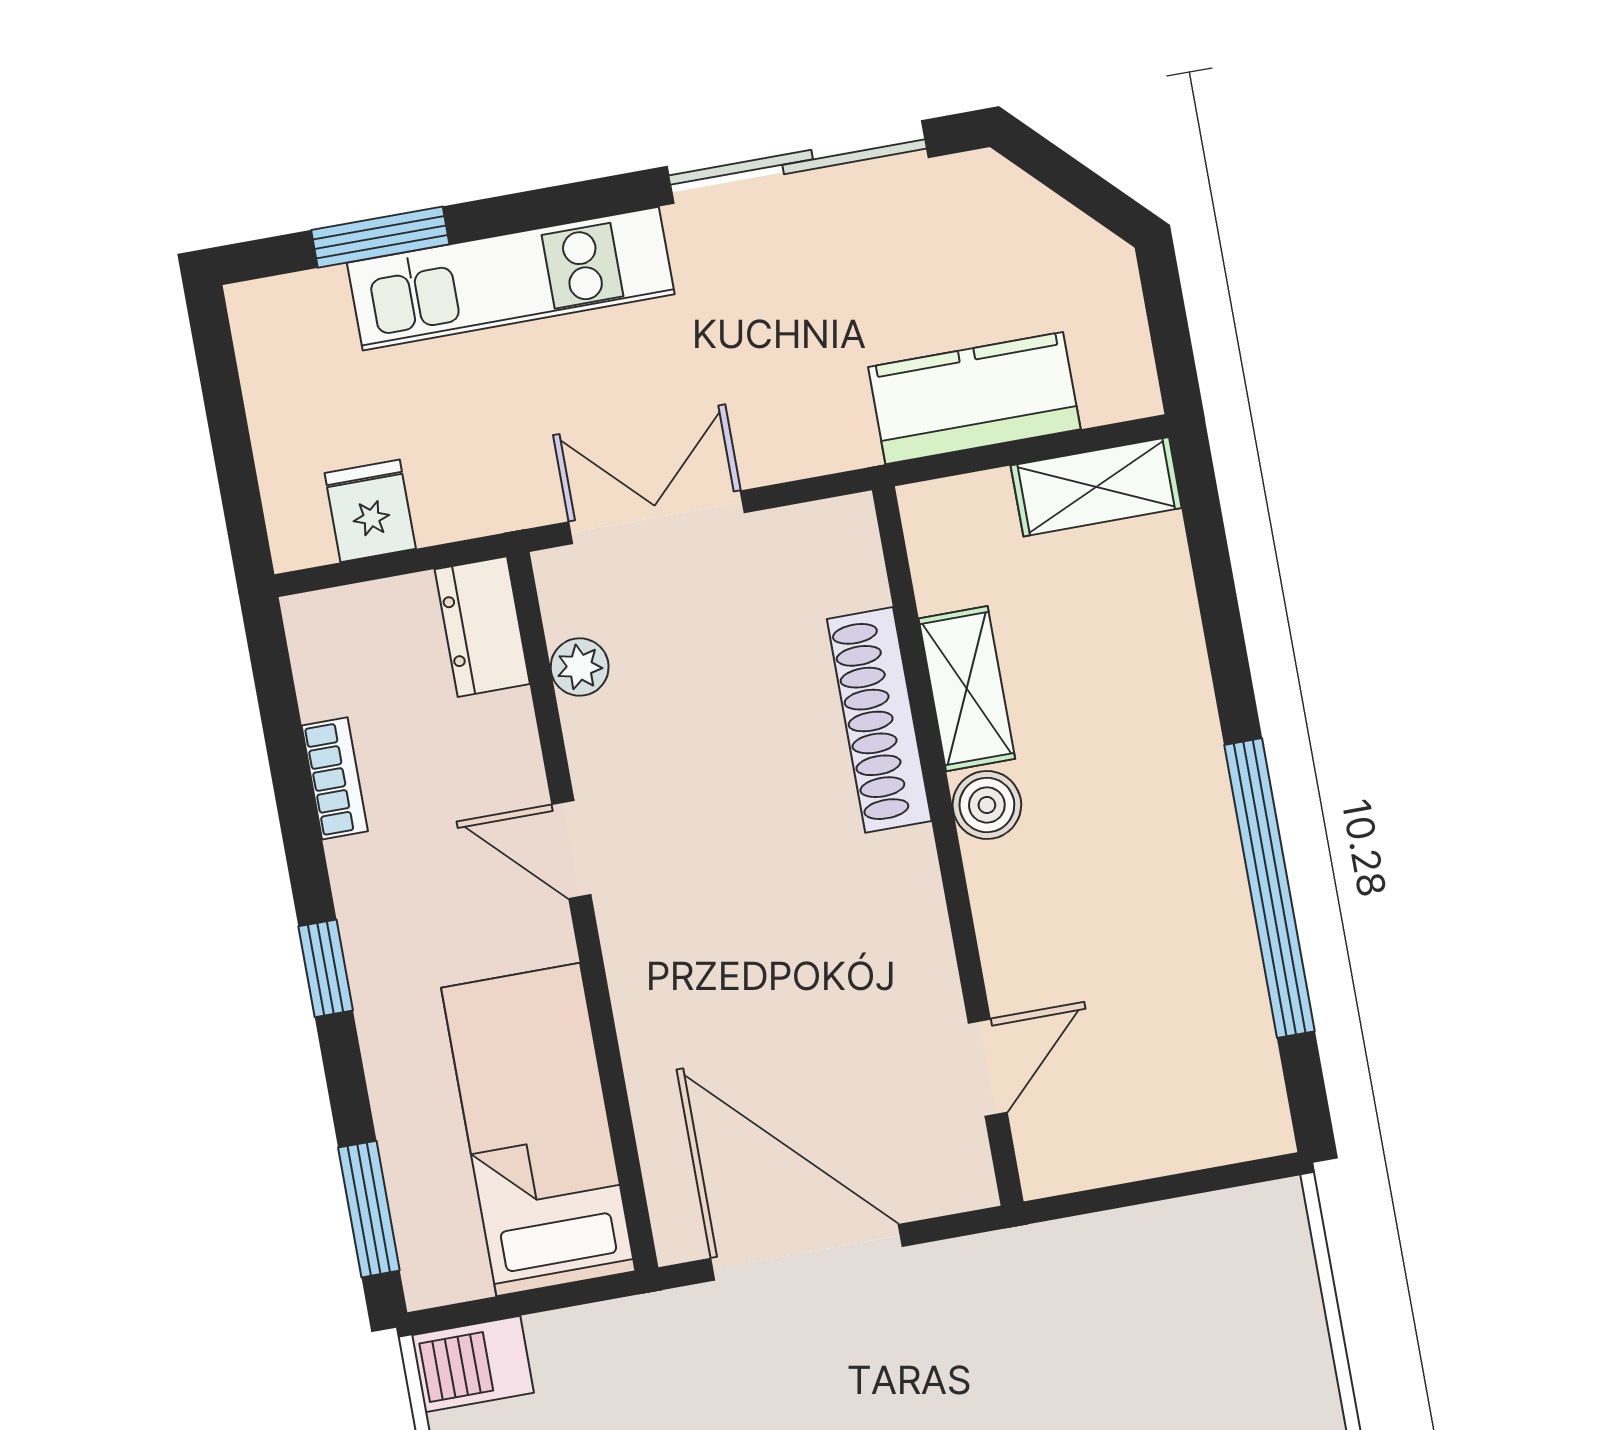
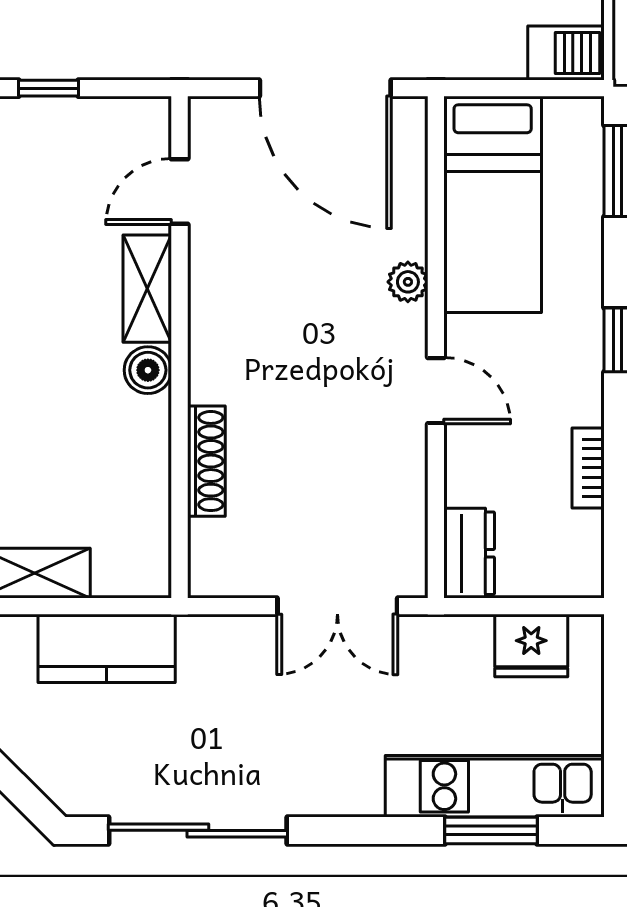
kitchen unit: (511, 279) -> (495, 786), moved
fridge: (370, 511) -> (531, 646), width x1.38
plant: (580, 667) -> (408, 282), moved
shelving: (967, 689) -> (147, 289), moved
shoe rack: (879, 720) -> (206, 461), width x0.74, depth x0.81
window: (1201, 1181) -> (49, 88), added

